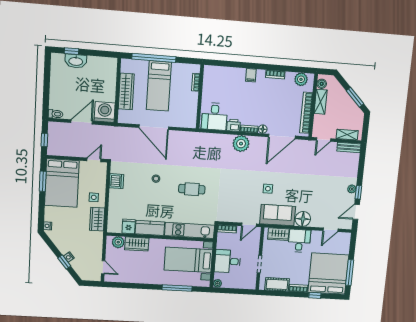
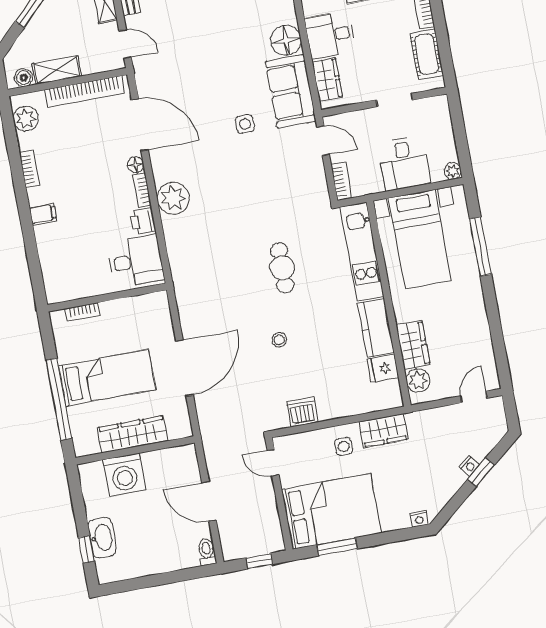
washing machine: (105, 112) -> (124, 474), moved, turned -90

